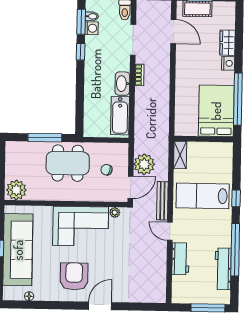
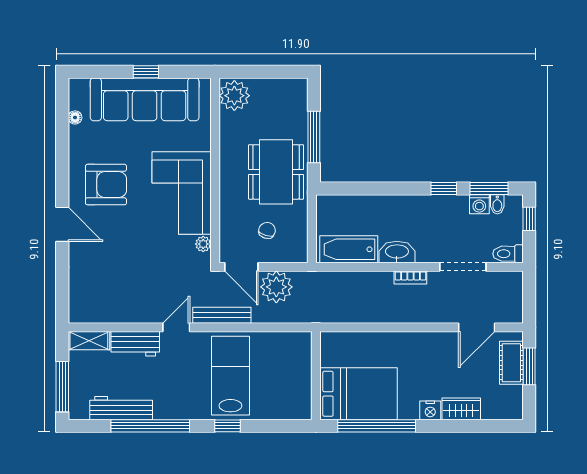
shelving: (180, 155) -> (89, 341), moved

